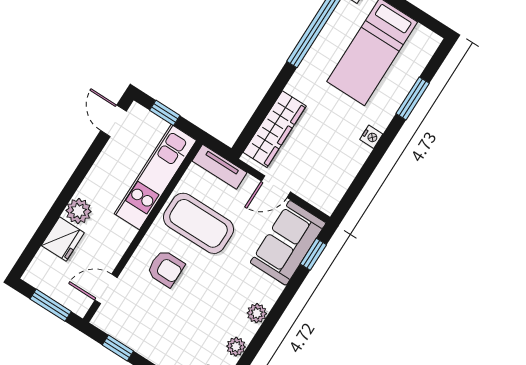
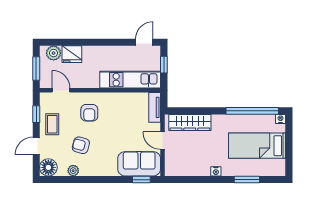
plant: (78, 211) -> (54, 53), moved
coffee table: (198, 223) -> (52, 124), moved, width x0.54, depth x0.58
armchair: (206, 311) -> (81, 145), added
plant: (257, 313) -> (96, 170), removed

